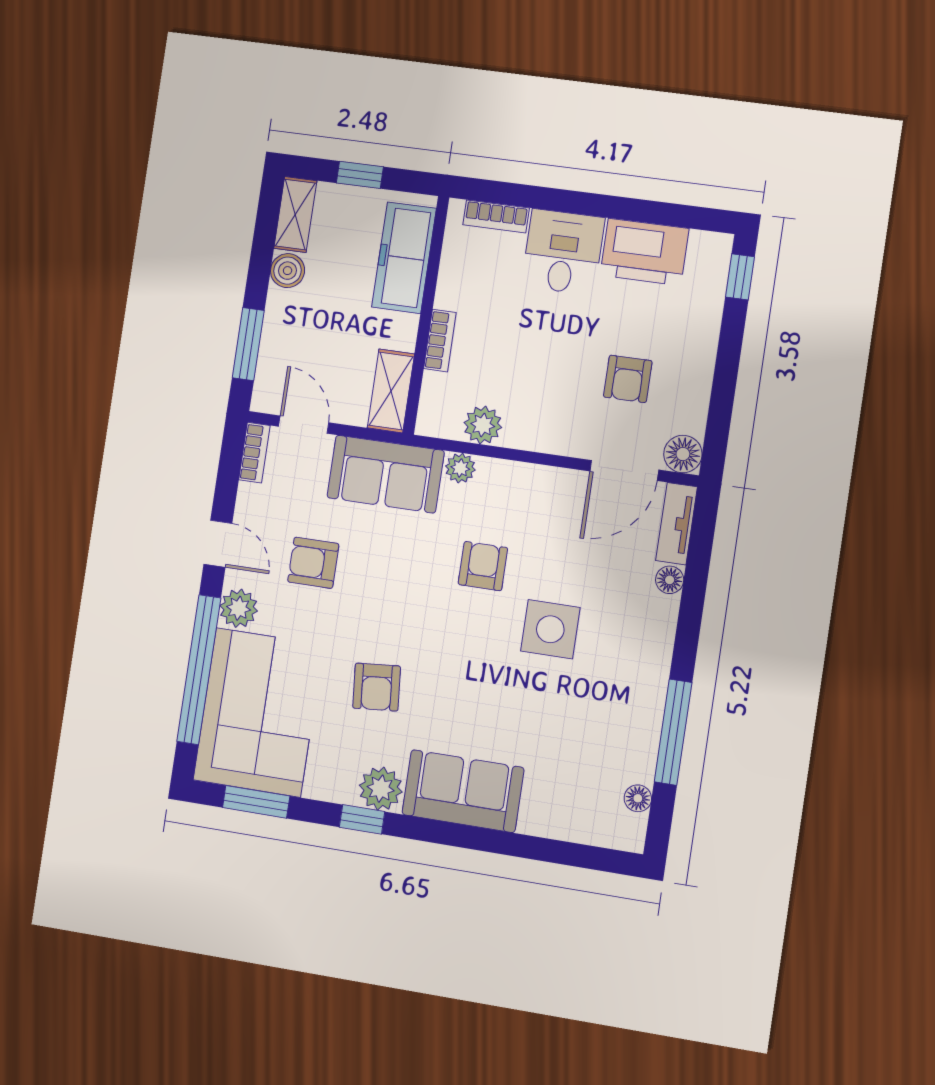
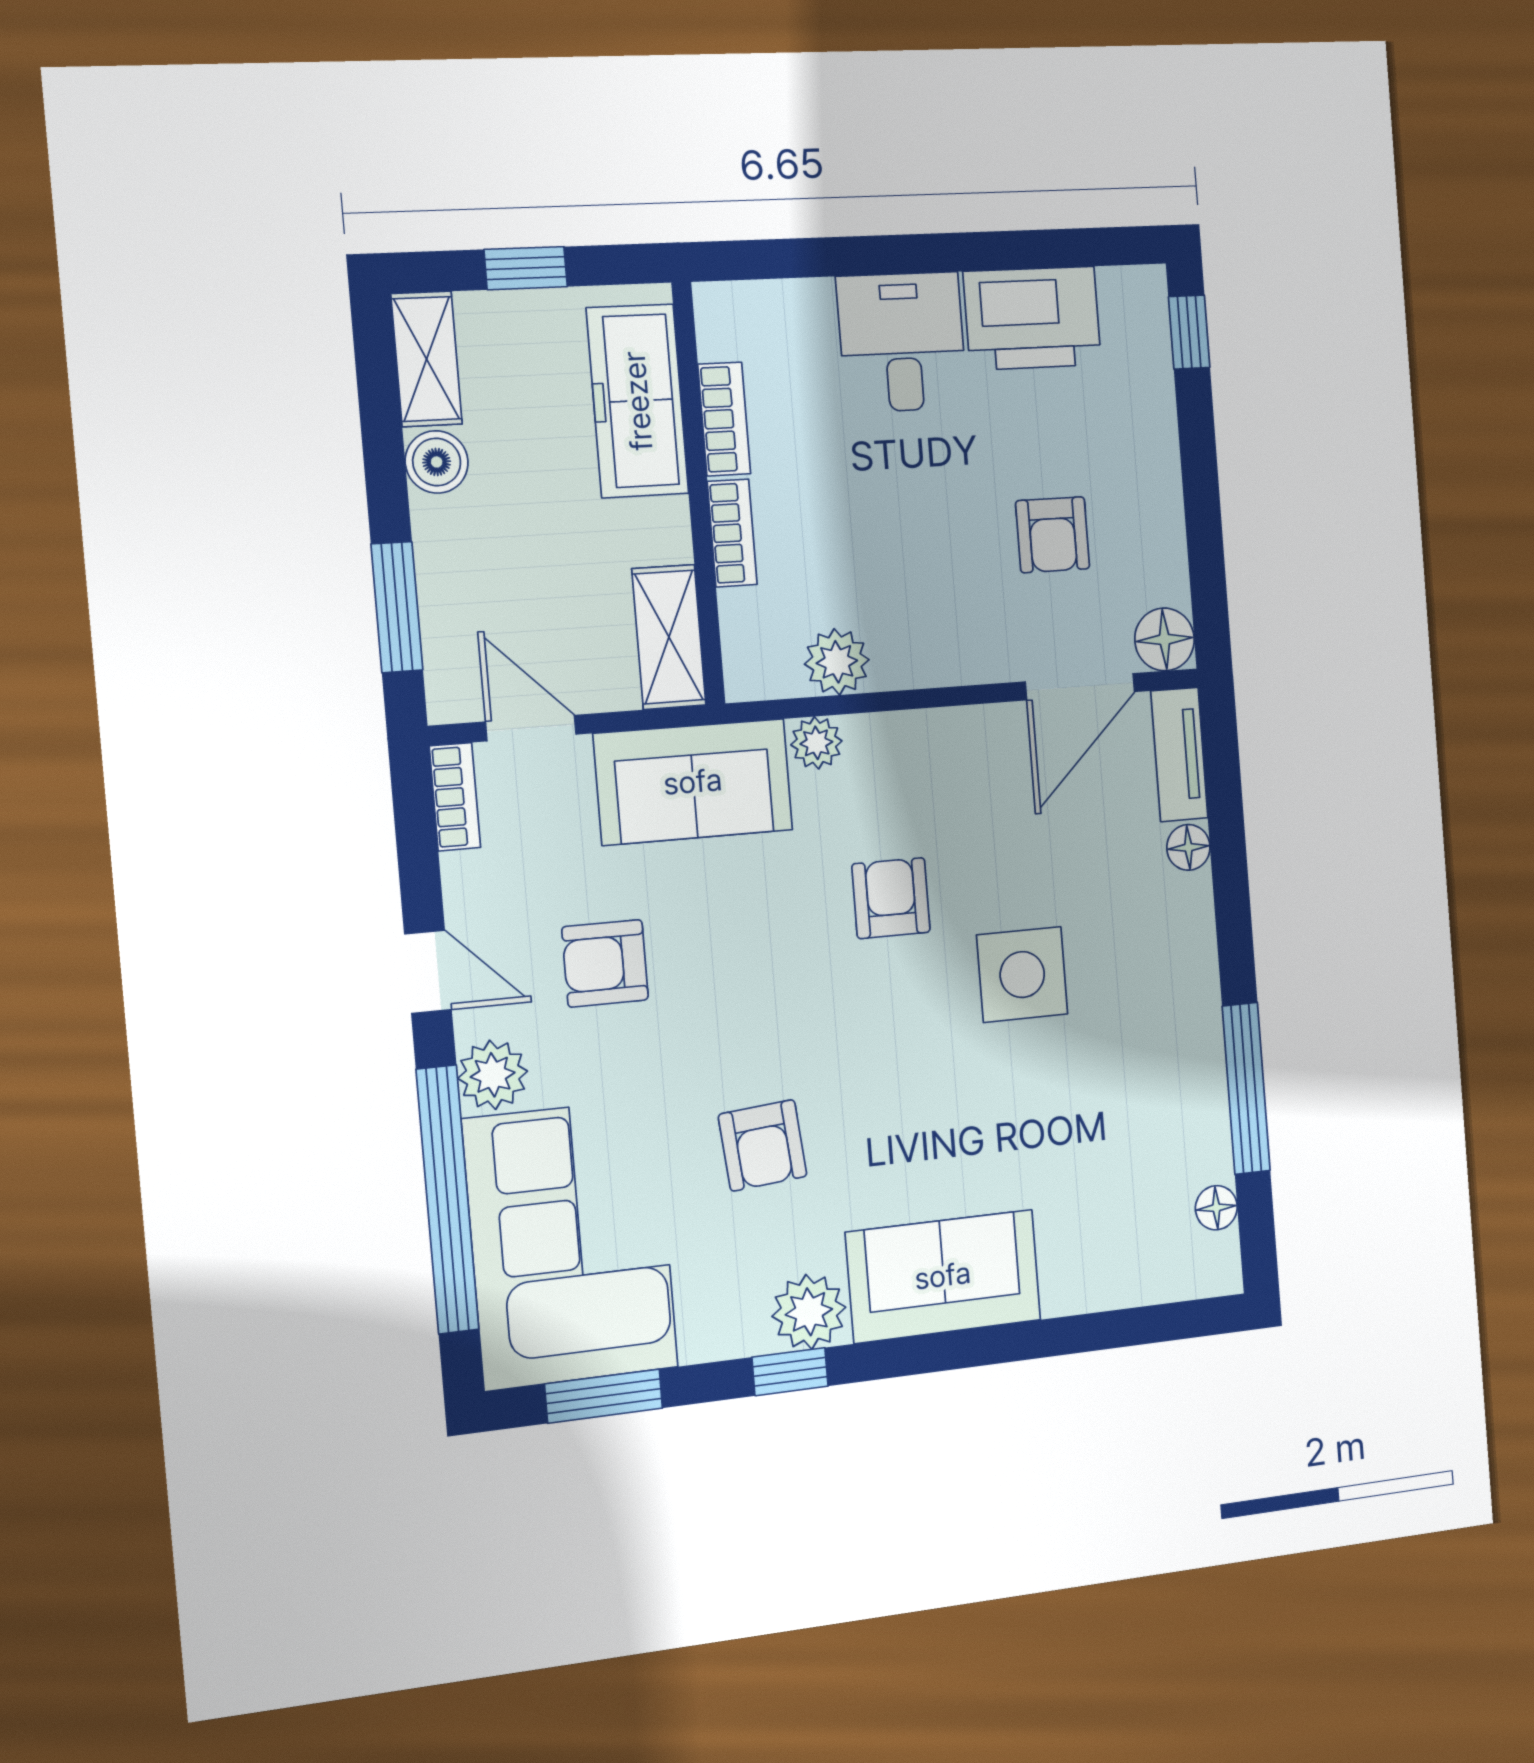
bookcase: (496, 216) -> (724, 419), moved, turned -90

